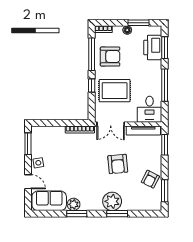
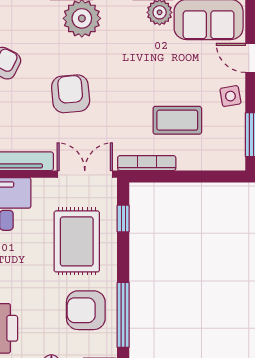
window: (92, 85) -> (123, 219), moved
rug: (115, 91) -> (77, 241), turned 90
coffee table: (65, 151) -> (177, 120), added

